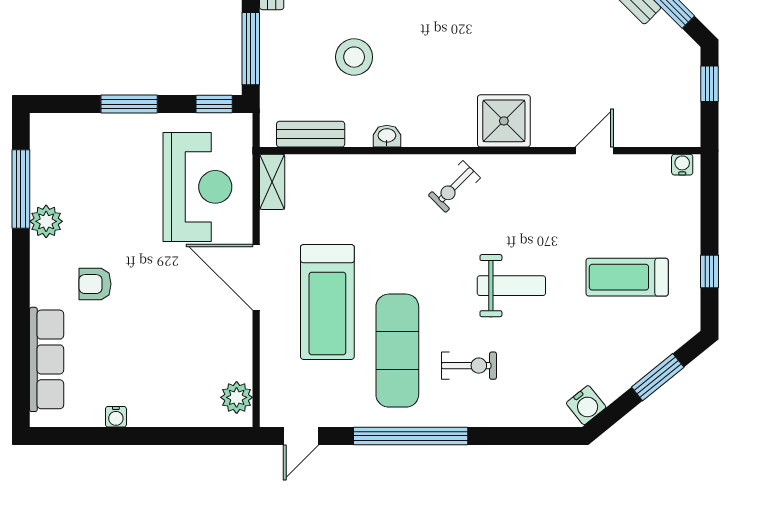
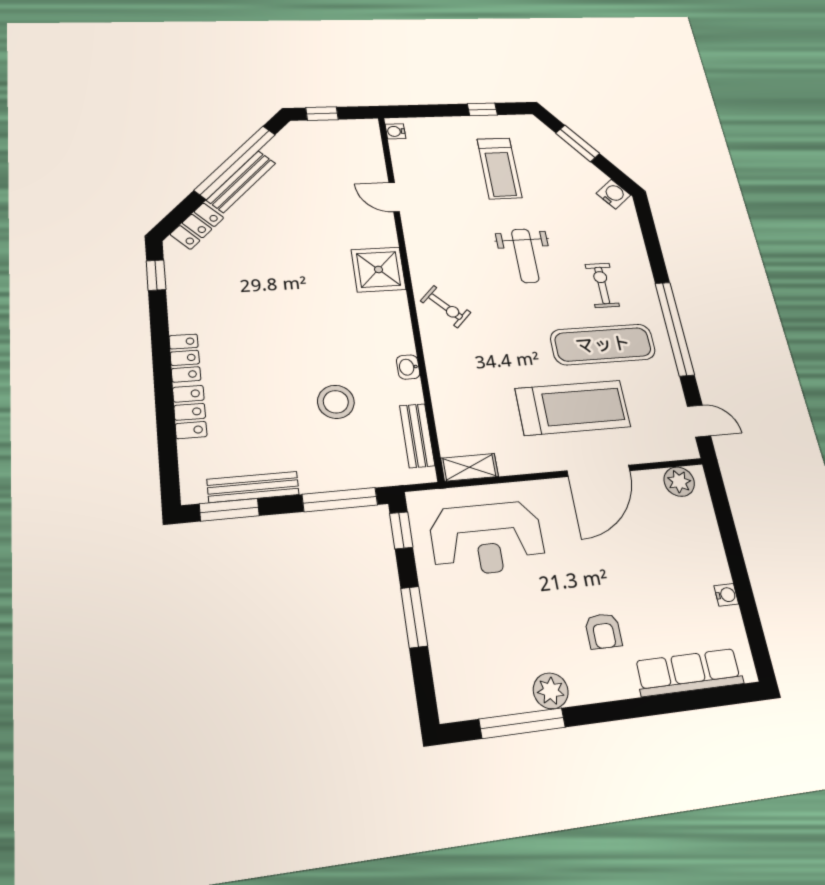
reception desk: (197, 187) -> (487, 538), turned 180
door: (256, 277) -> (598, 471), moved
weight bench: (511, 286) -> (525, 256), turned 180

